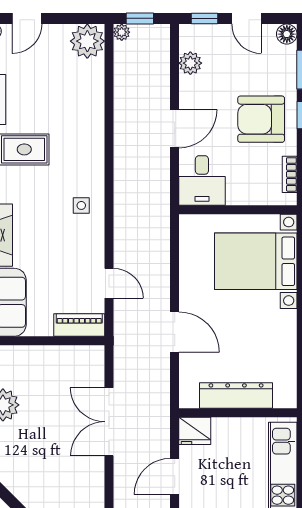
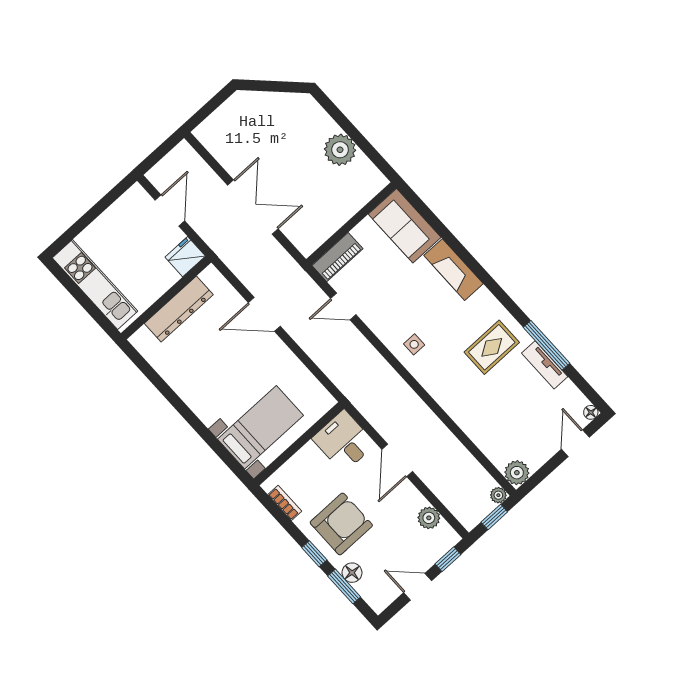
floor lamp: (287, 34) -> (352, 573), moved
plant: (87, 41) -> (517, 473), width x0.73, depth x0.73
bed with nightstands: (256, 261) -> (260, 427), width x0.73

